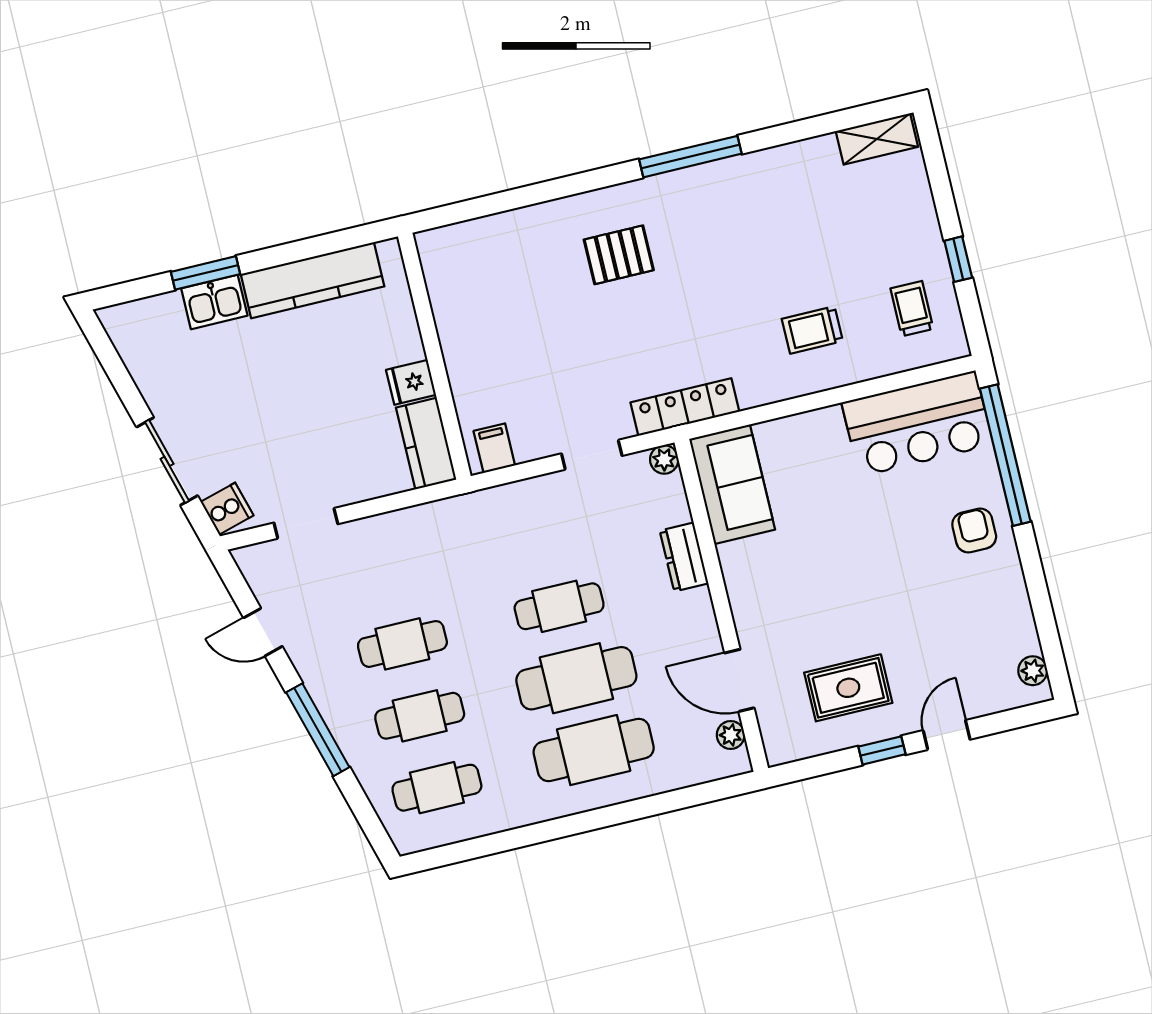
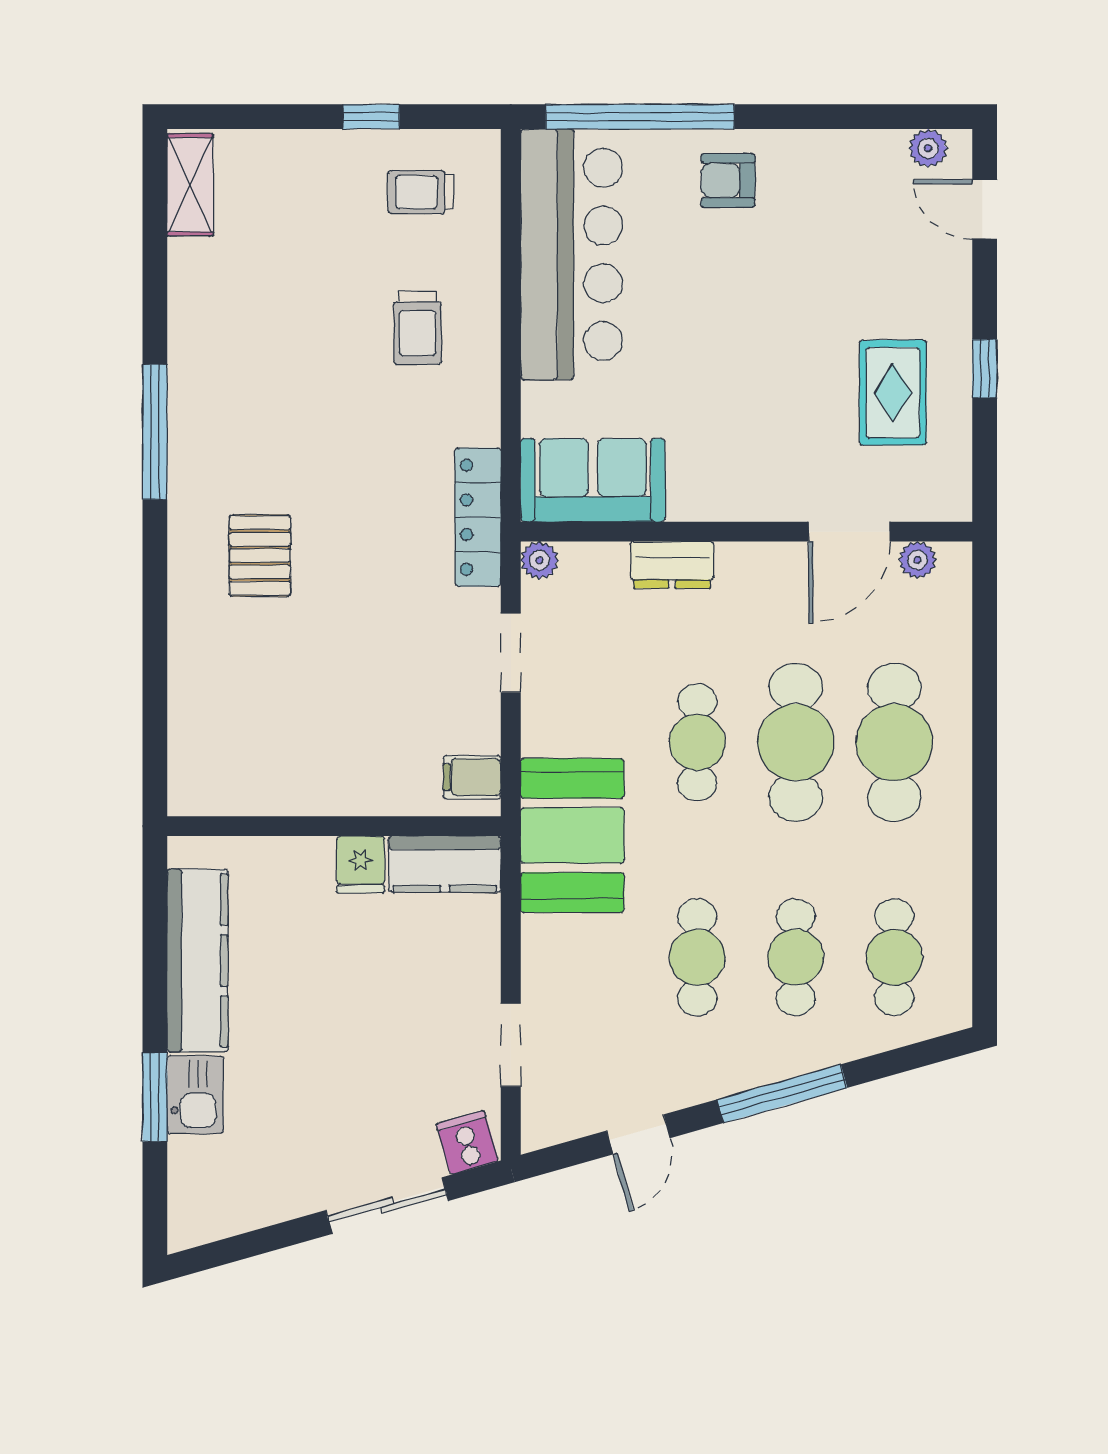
bar counter: (917, 424) -> (572, 254), width x1.36
booth: (469, 532) -> (572, 835), added
door: (947, 735) -> (985, 209), moved

